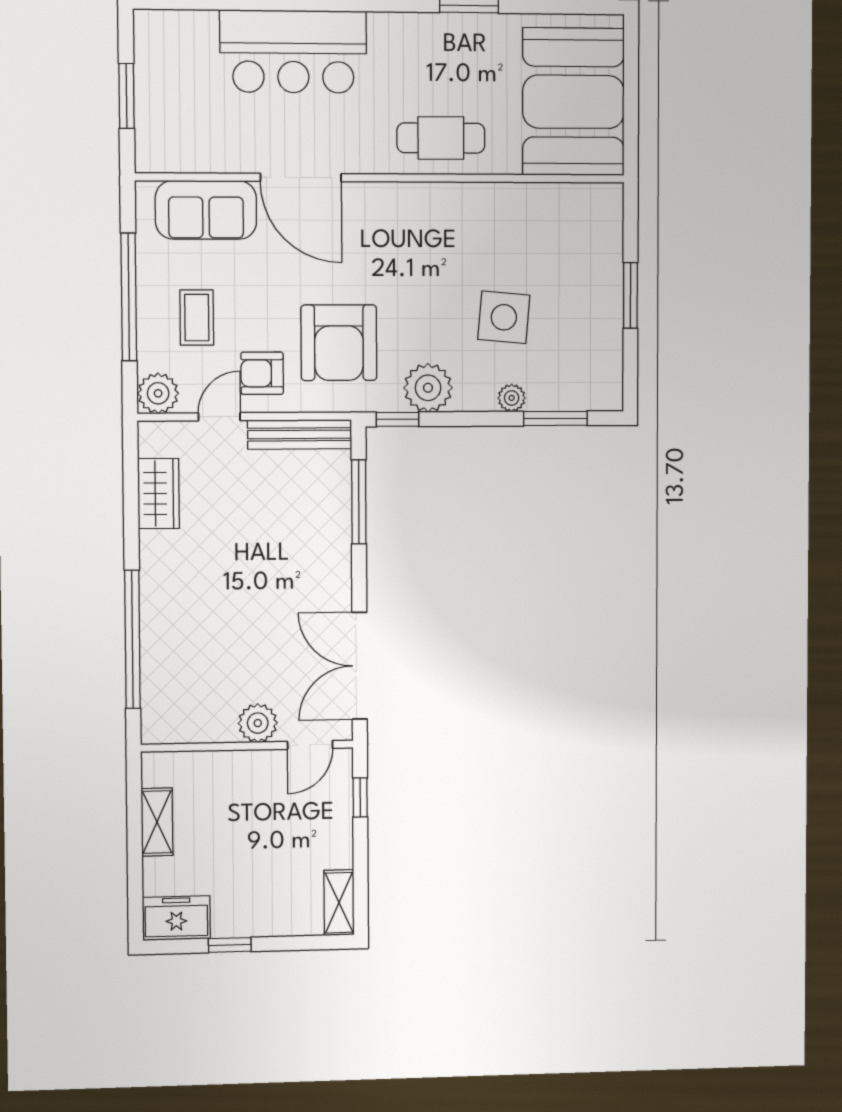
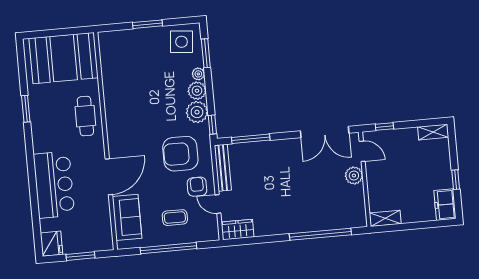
fridge: (160, 33) -> (51, 244), added
side table: (504, 317) -> (182, 42), moved
armchair: (339, 343) -> (180, 154), turned 180
armchair: (262, 373) -> (197, 187), turned 180
plant: (158, 393) -> (197, 91), moved
wardrobe: (158, 493) -> (238, 230), moved
shelving: (157, 822) -> (385, 218), moved

